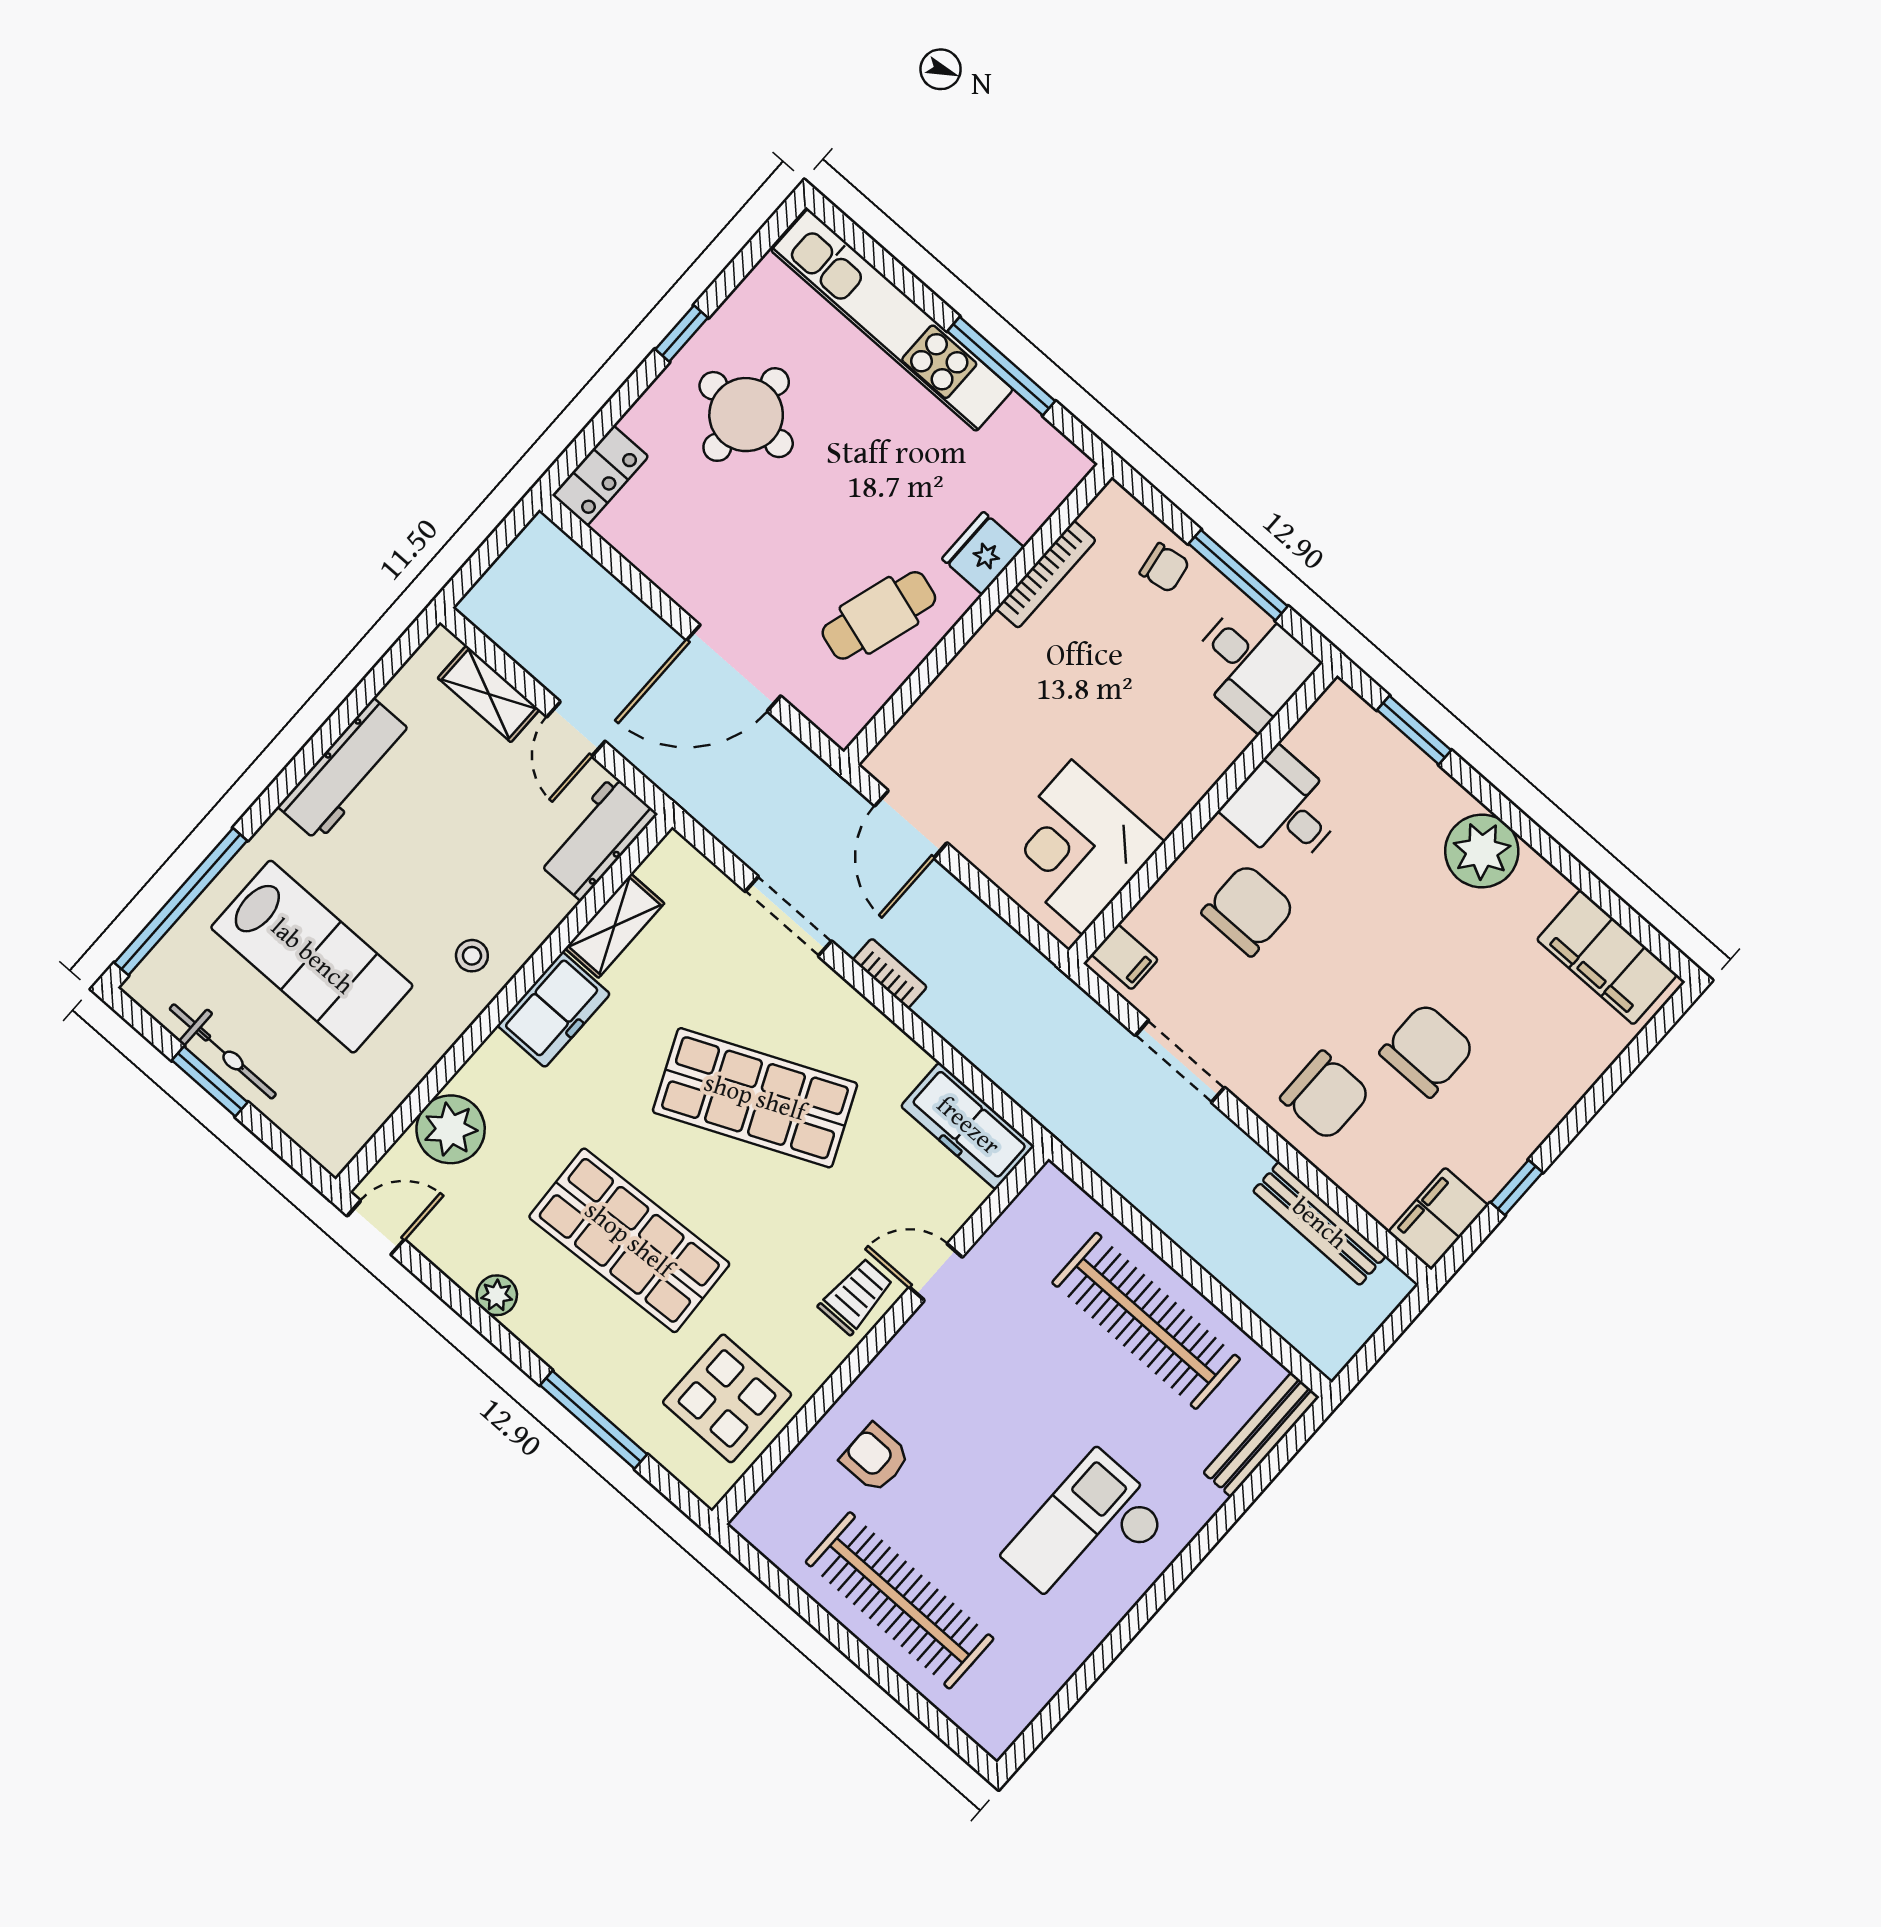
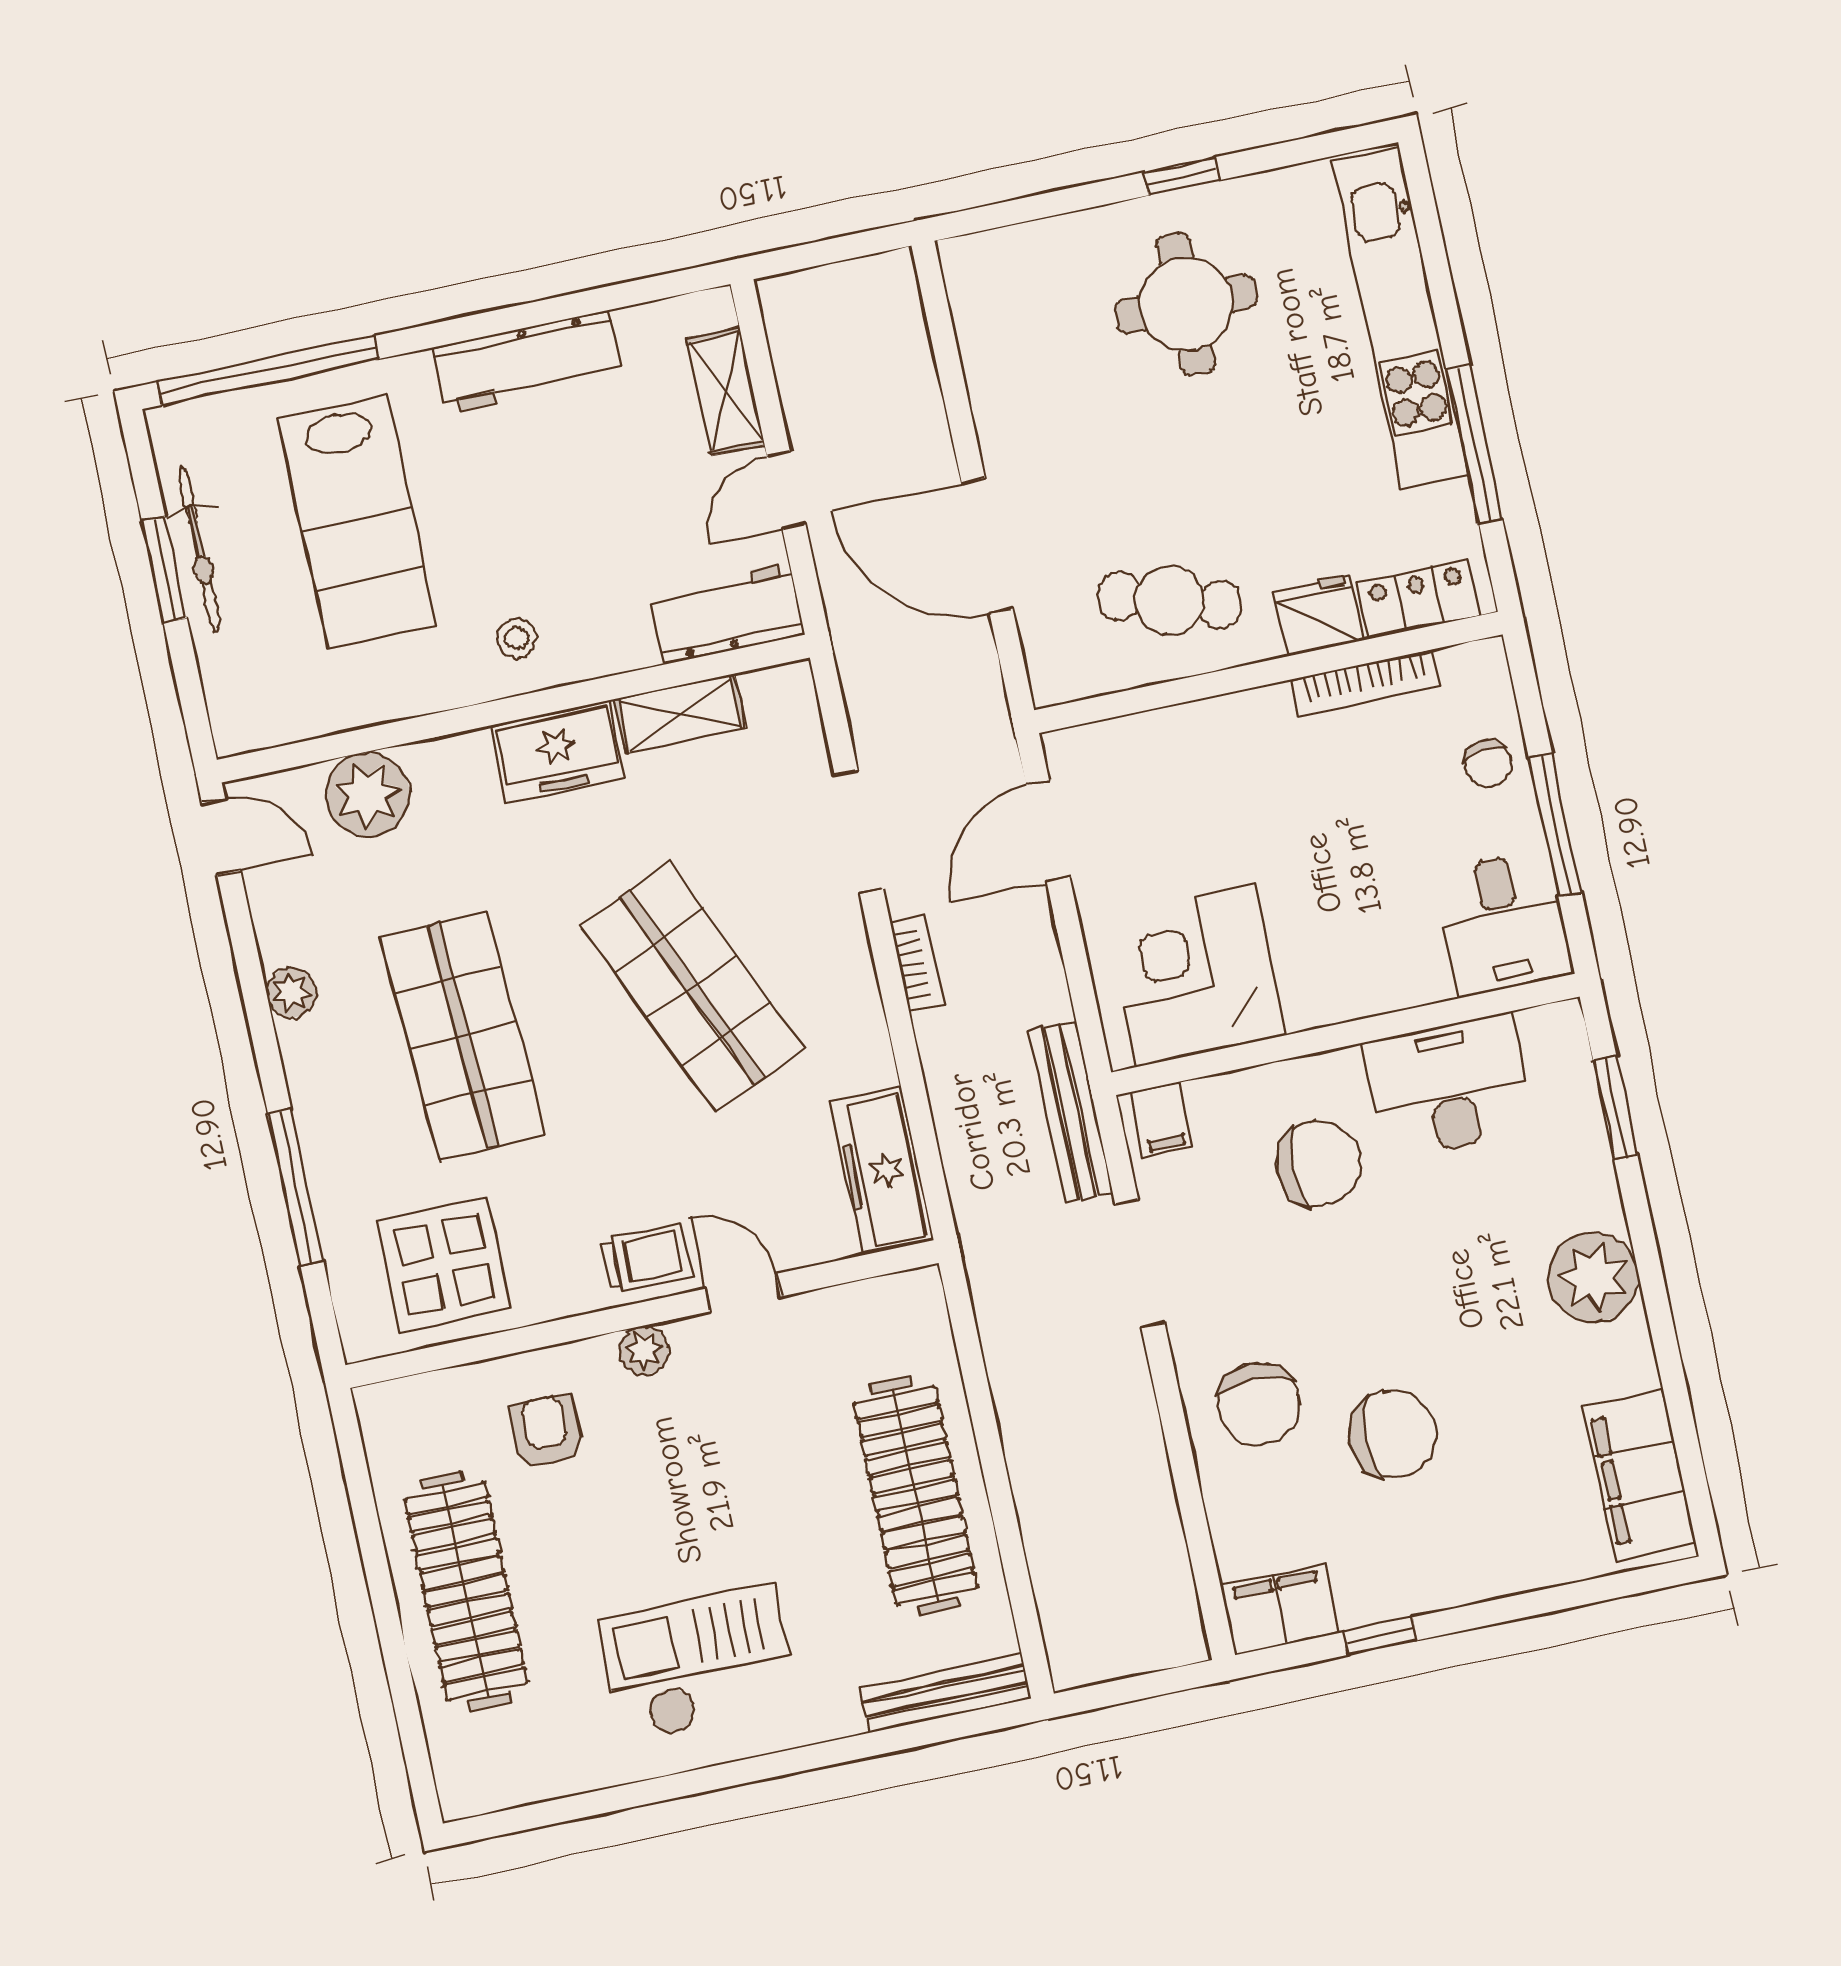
locker: (600, 476) -> (1419, 599), moved, turned 180
desk: (1284, 809) -> (1449, 1086), width x1.37
bench: (1319, 1224) -> (1070, 1112), moved
plant: (899, 1358) -> (644, 1350), added

